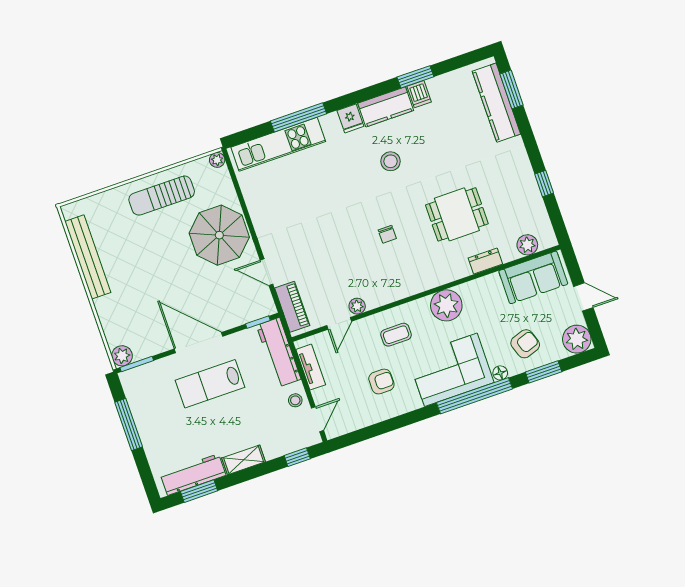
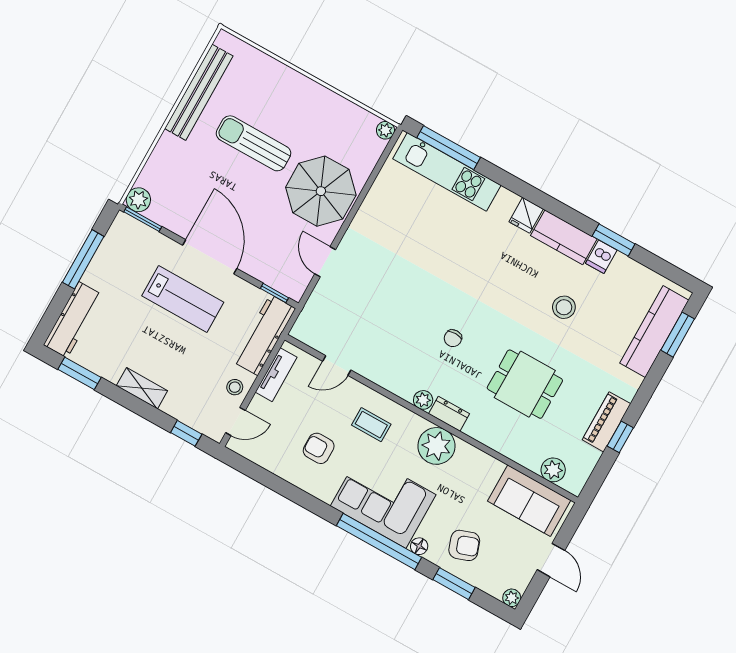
window: (298, 117) -> (449, 148), moved
stool: (390, 161) -> (564, 307), moved
sun lounger: (162, 196) -> (254, 143), moved
dresser: (485, 261) -> (449, 414), moved
plant: (357, 306) -> (423, 400), moved
piano: (292, 307) -> (606, 422), moved, turned 180
plant: (577, 339) -> (512, 598), width x0.53, depth x0.53
armchair: (381, 382) -> (319, 448), turned 180
lab bench: (210, 384) -> (183, 299), turned 180
workbench: (193, 475) -> (73, 320), moved, turned 90

